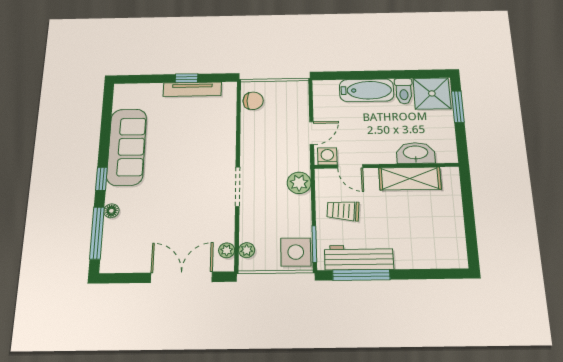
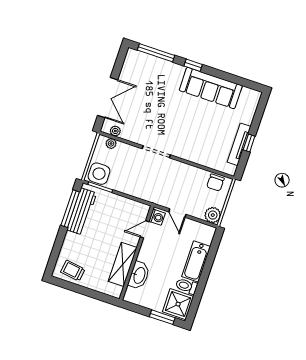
plant: (299, 183) -> (213, 215), moved
floor lamp: (111, 211) -> (168, 66), removed
trolley: (343, 211) -> (73, 271), moved, turned -87

